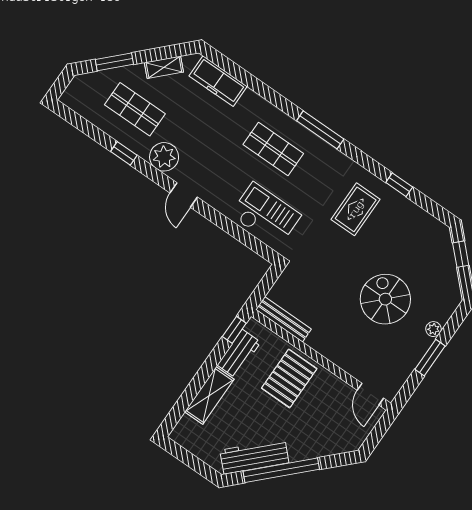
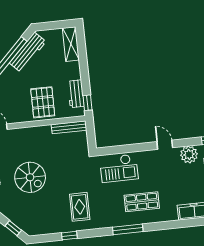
shelving: (209, 395) -> (71, 44), moved

